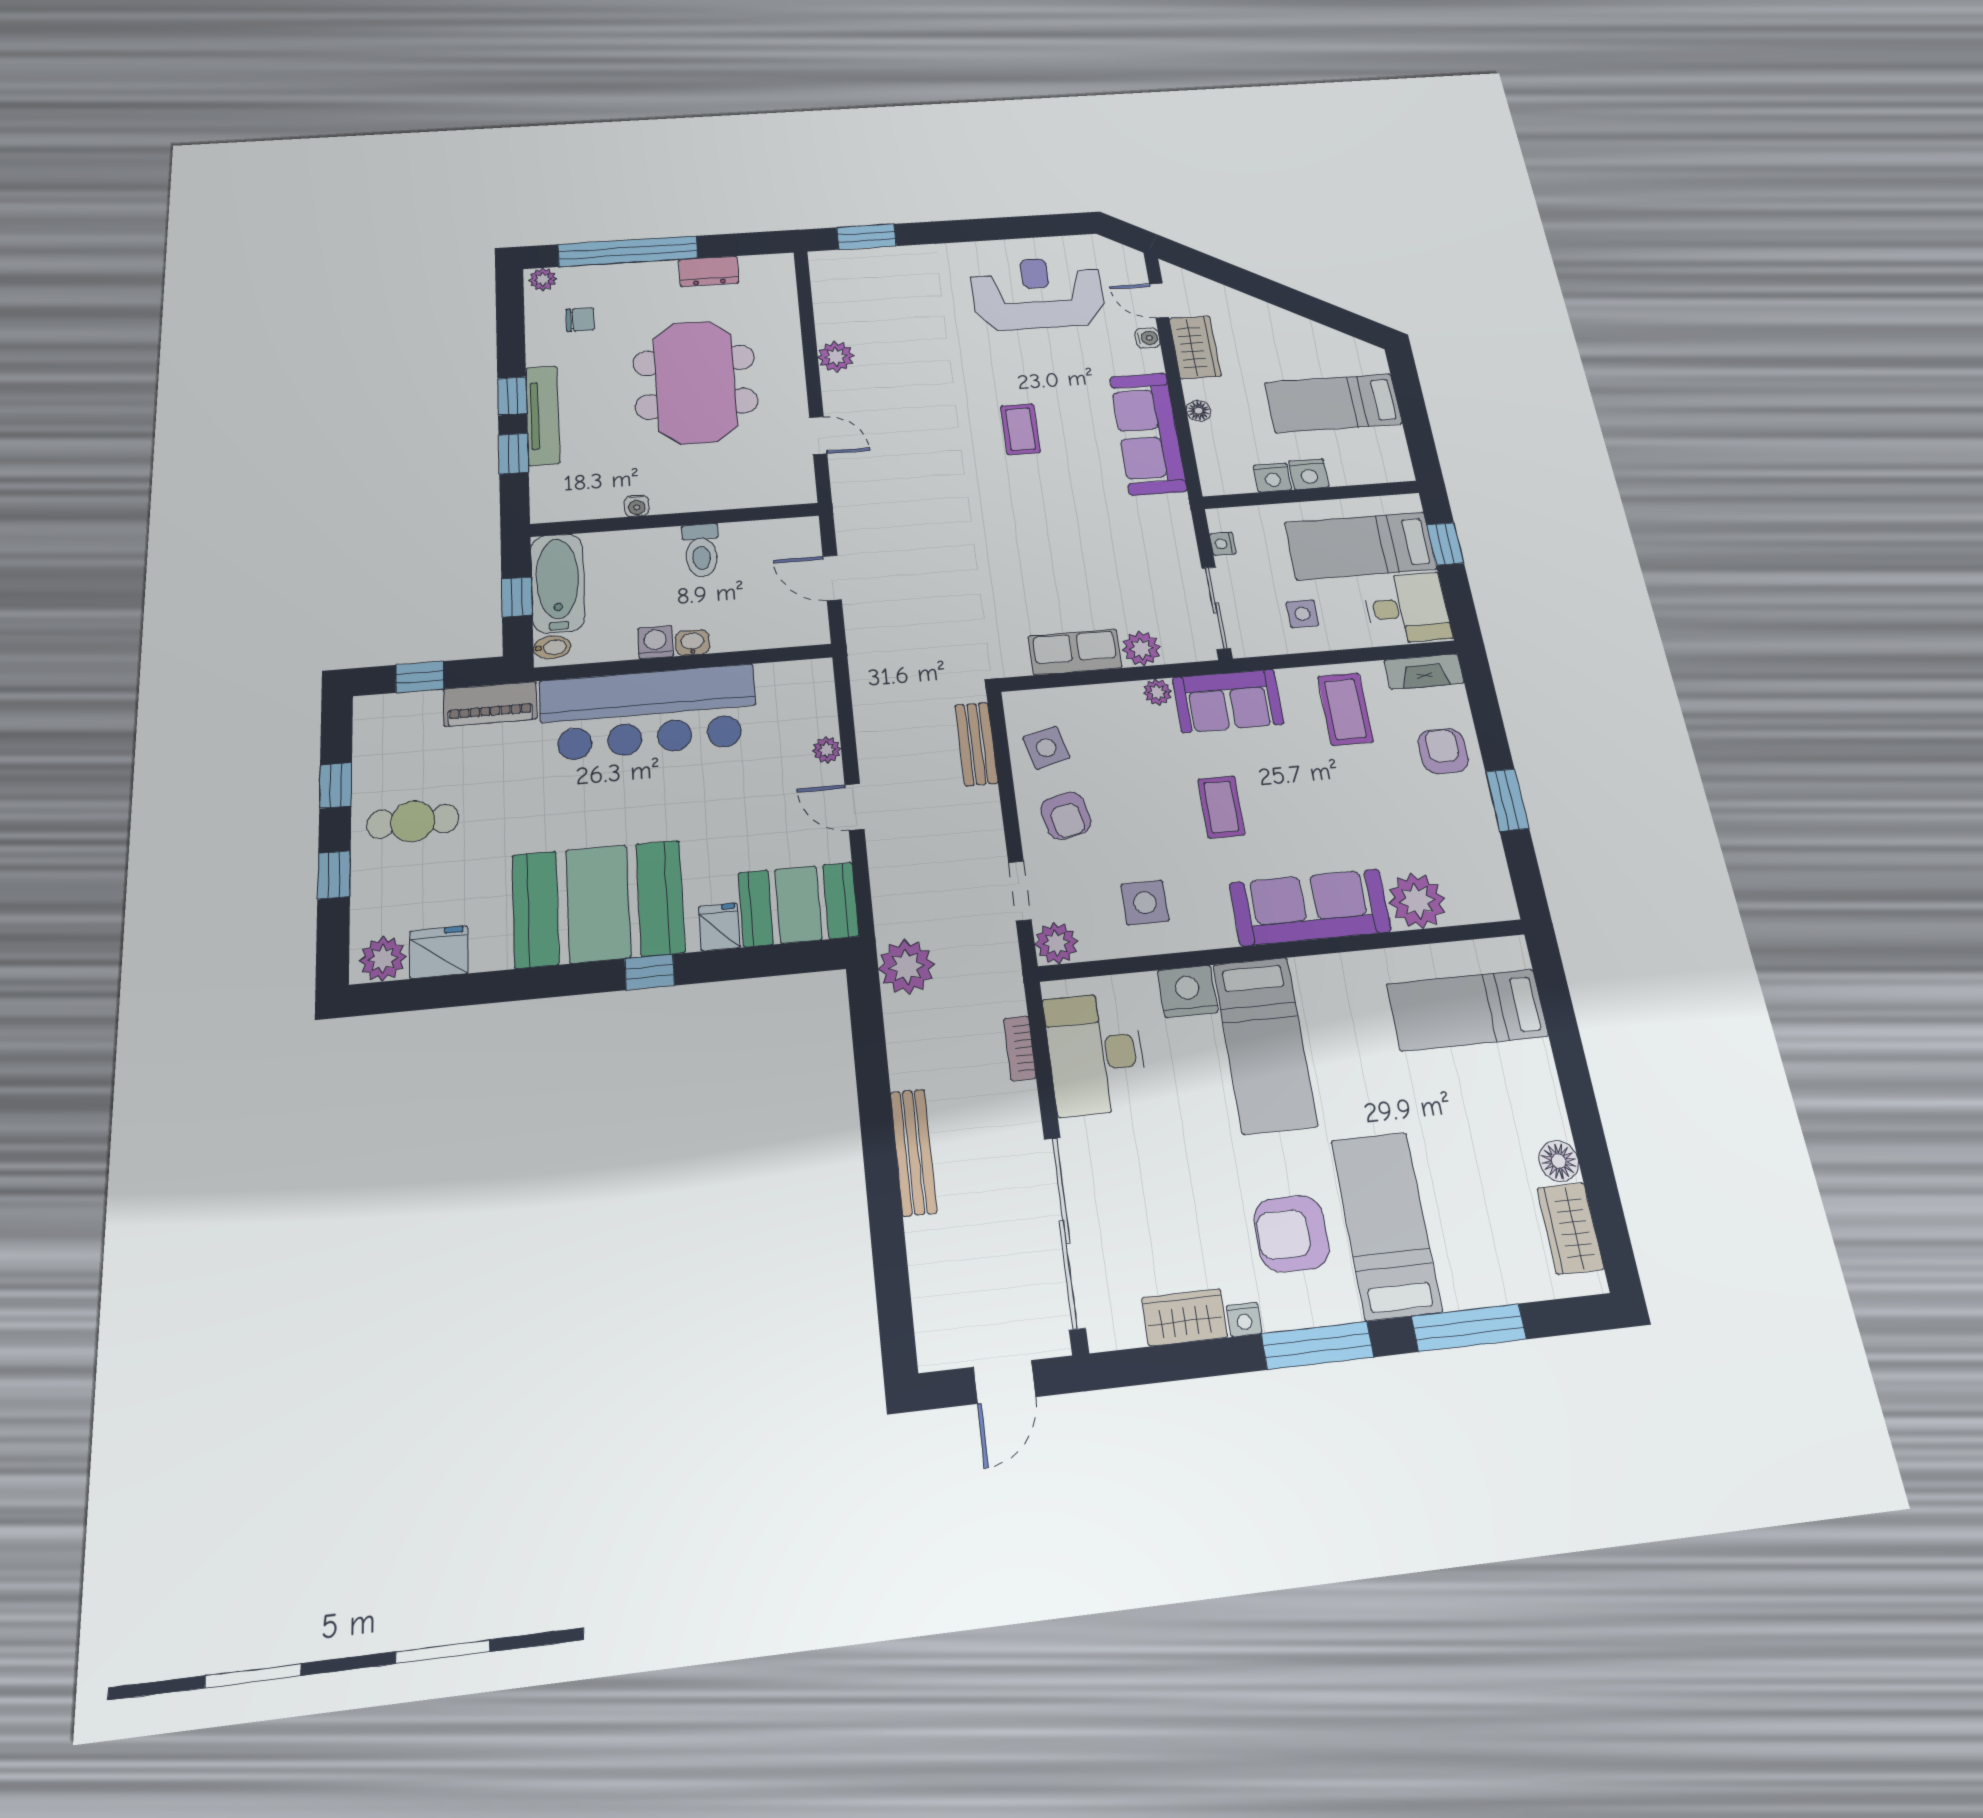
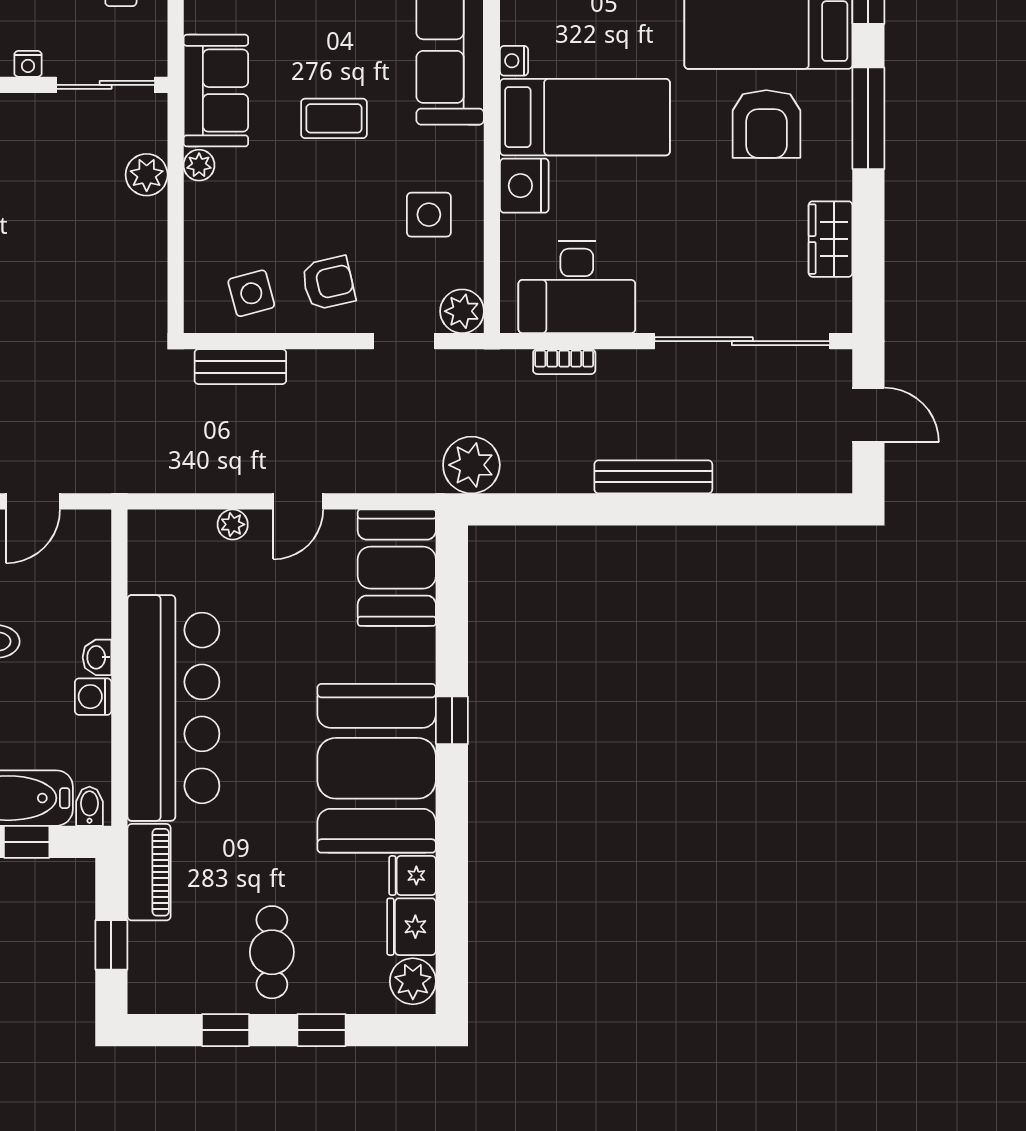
row of seats: (1075, 652) -> (144, 247), removed
fridge: (719, 927) -> (413, 876), moved
nightstand: (1244, 1319) -> (514, 61), moved, turned 180

